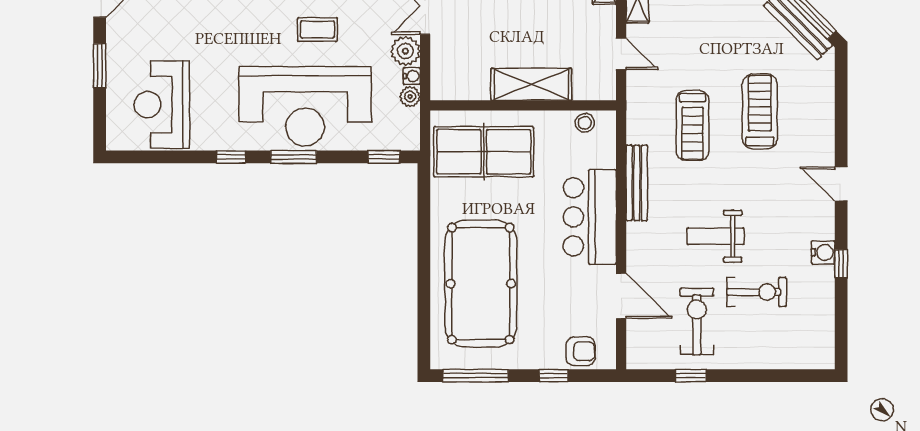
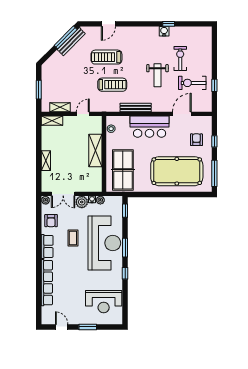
door: (841, 184) -> (108, 24), moved
armchair: (581, 351) -> (196, 140), moved

